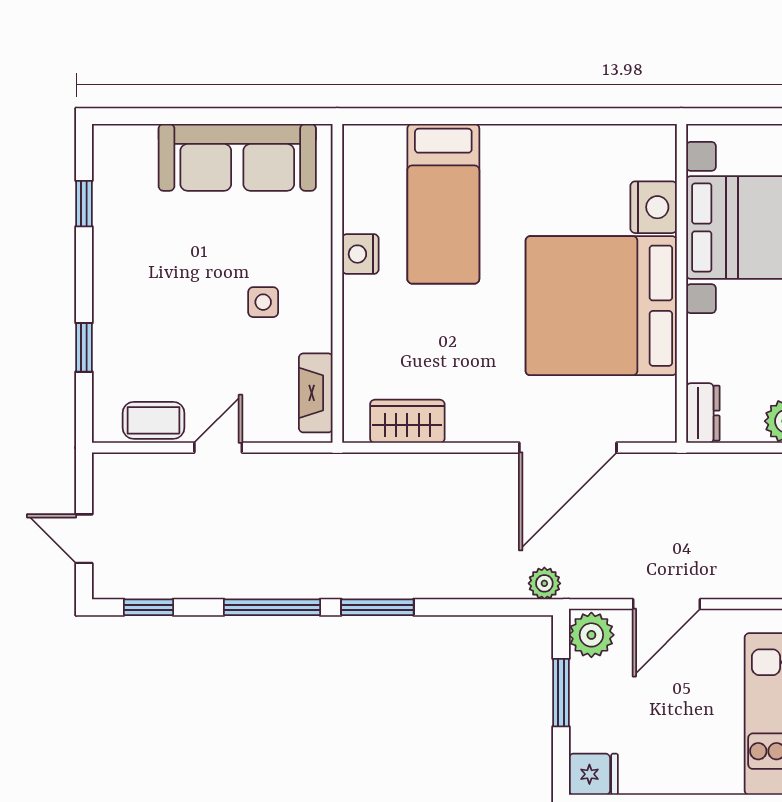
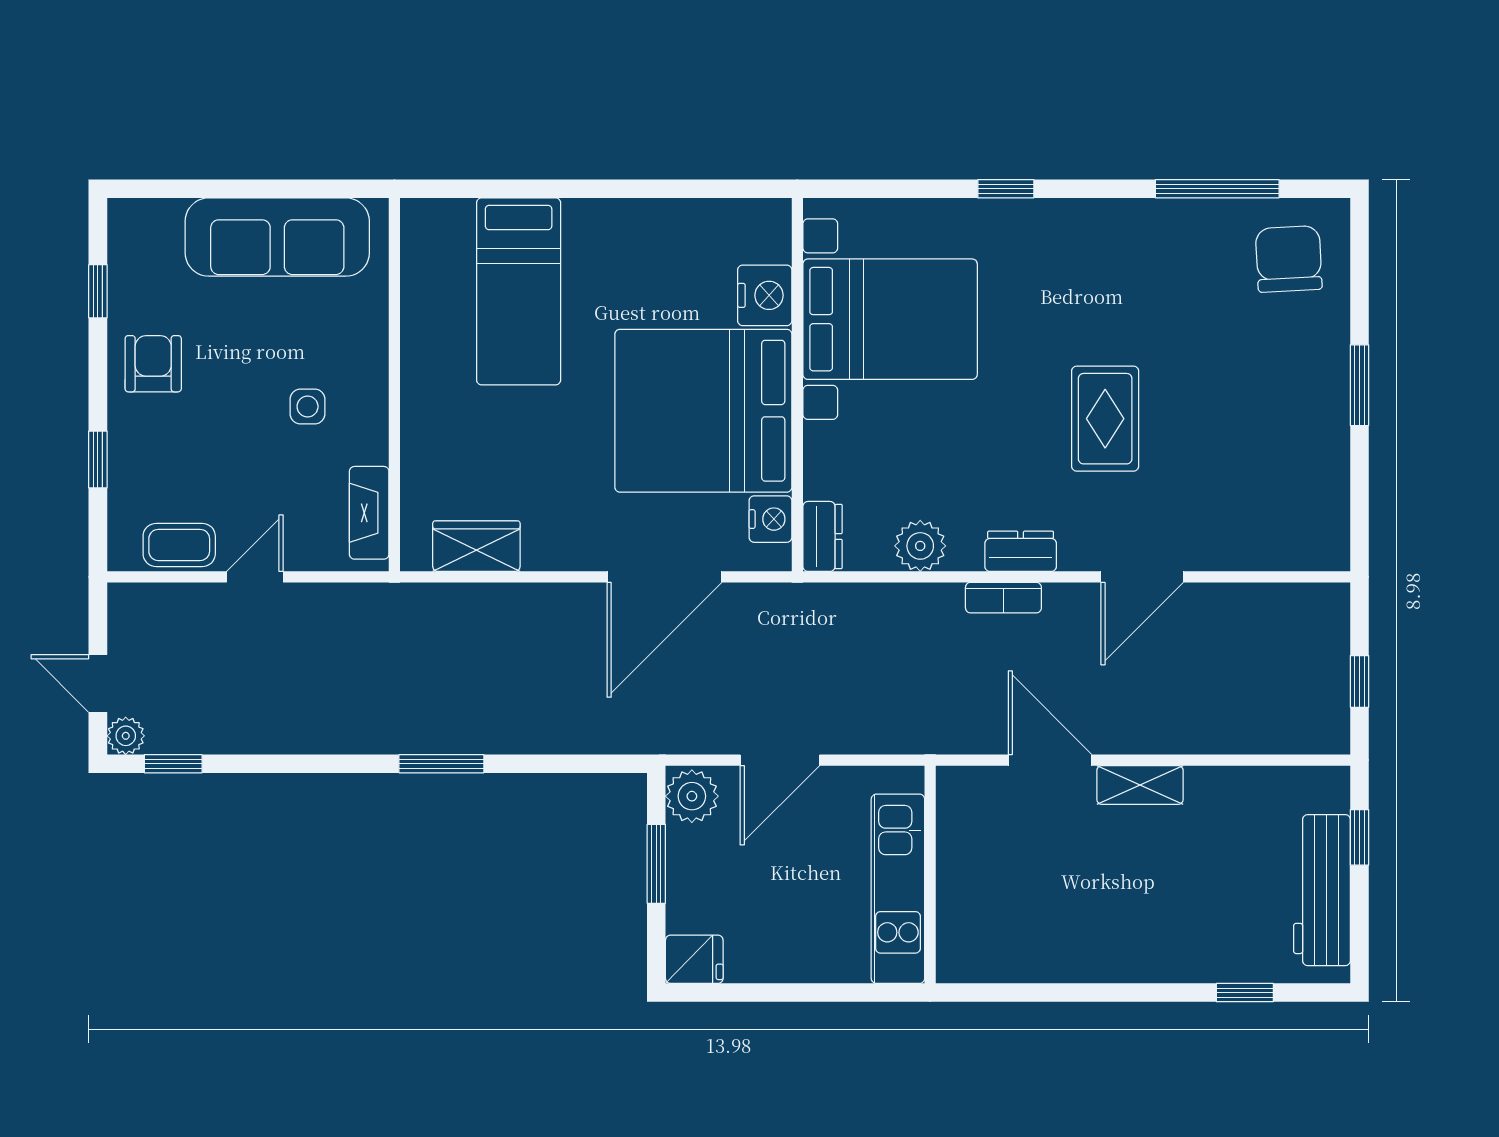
nightstand: (360, 254) -> (770, 519), moved, turned 180
armchair: (131, 266) -> (153, 364), added
plant: (544, 583) -> (126, 736), moved
window: (272, 607) -> (318, 764), removed

